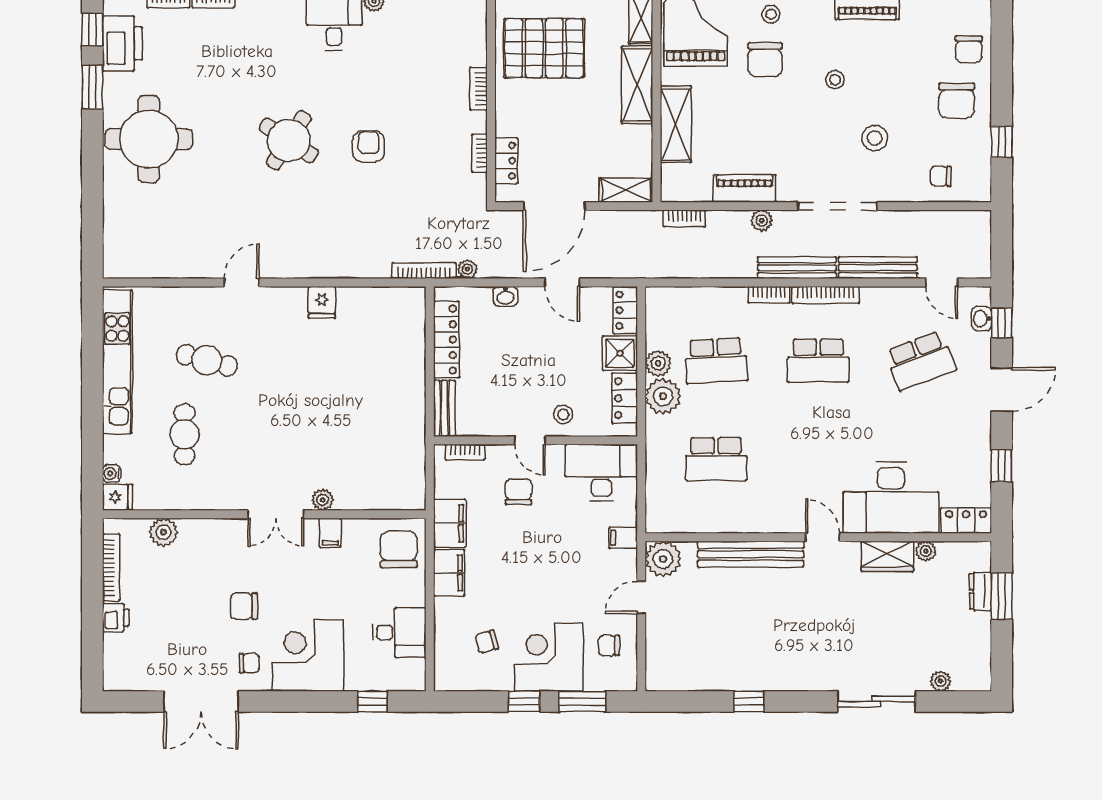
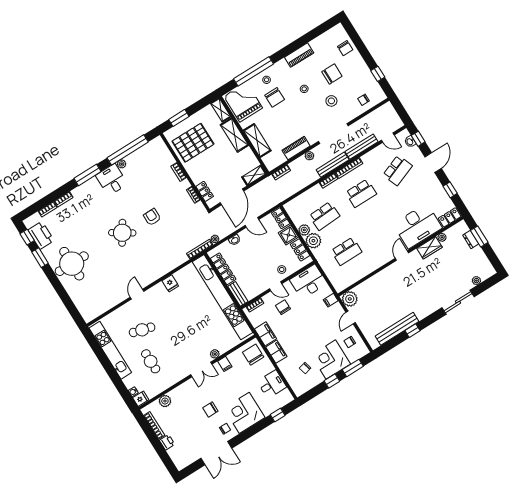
chair: (957, 100) -> (332, 74), moved, turned -90
kitchen unit: (409, 396) -> (222, 297), added
door: (822, 537) -> (402, 255), hinge flipped
bench: (751, 554) -> (397, 329), moved

